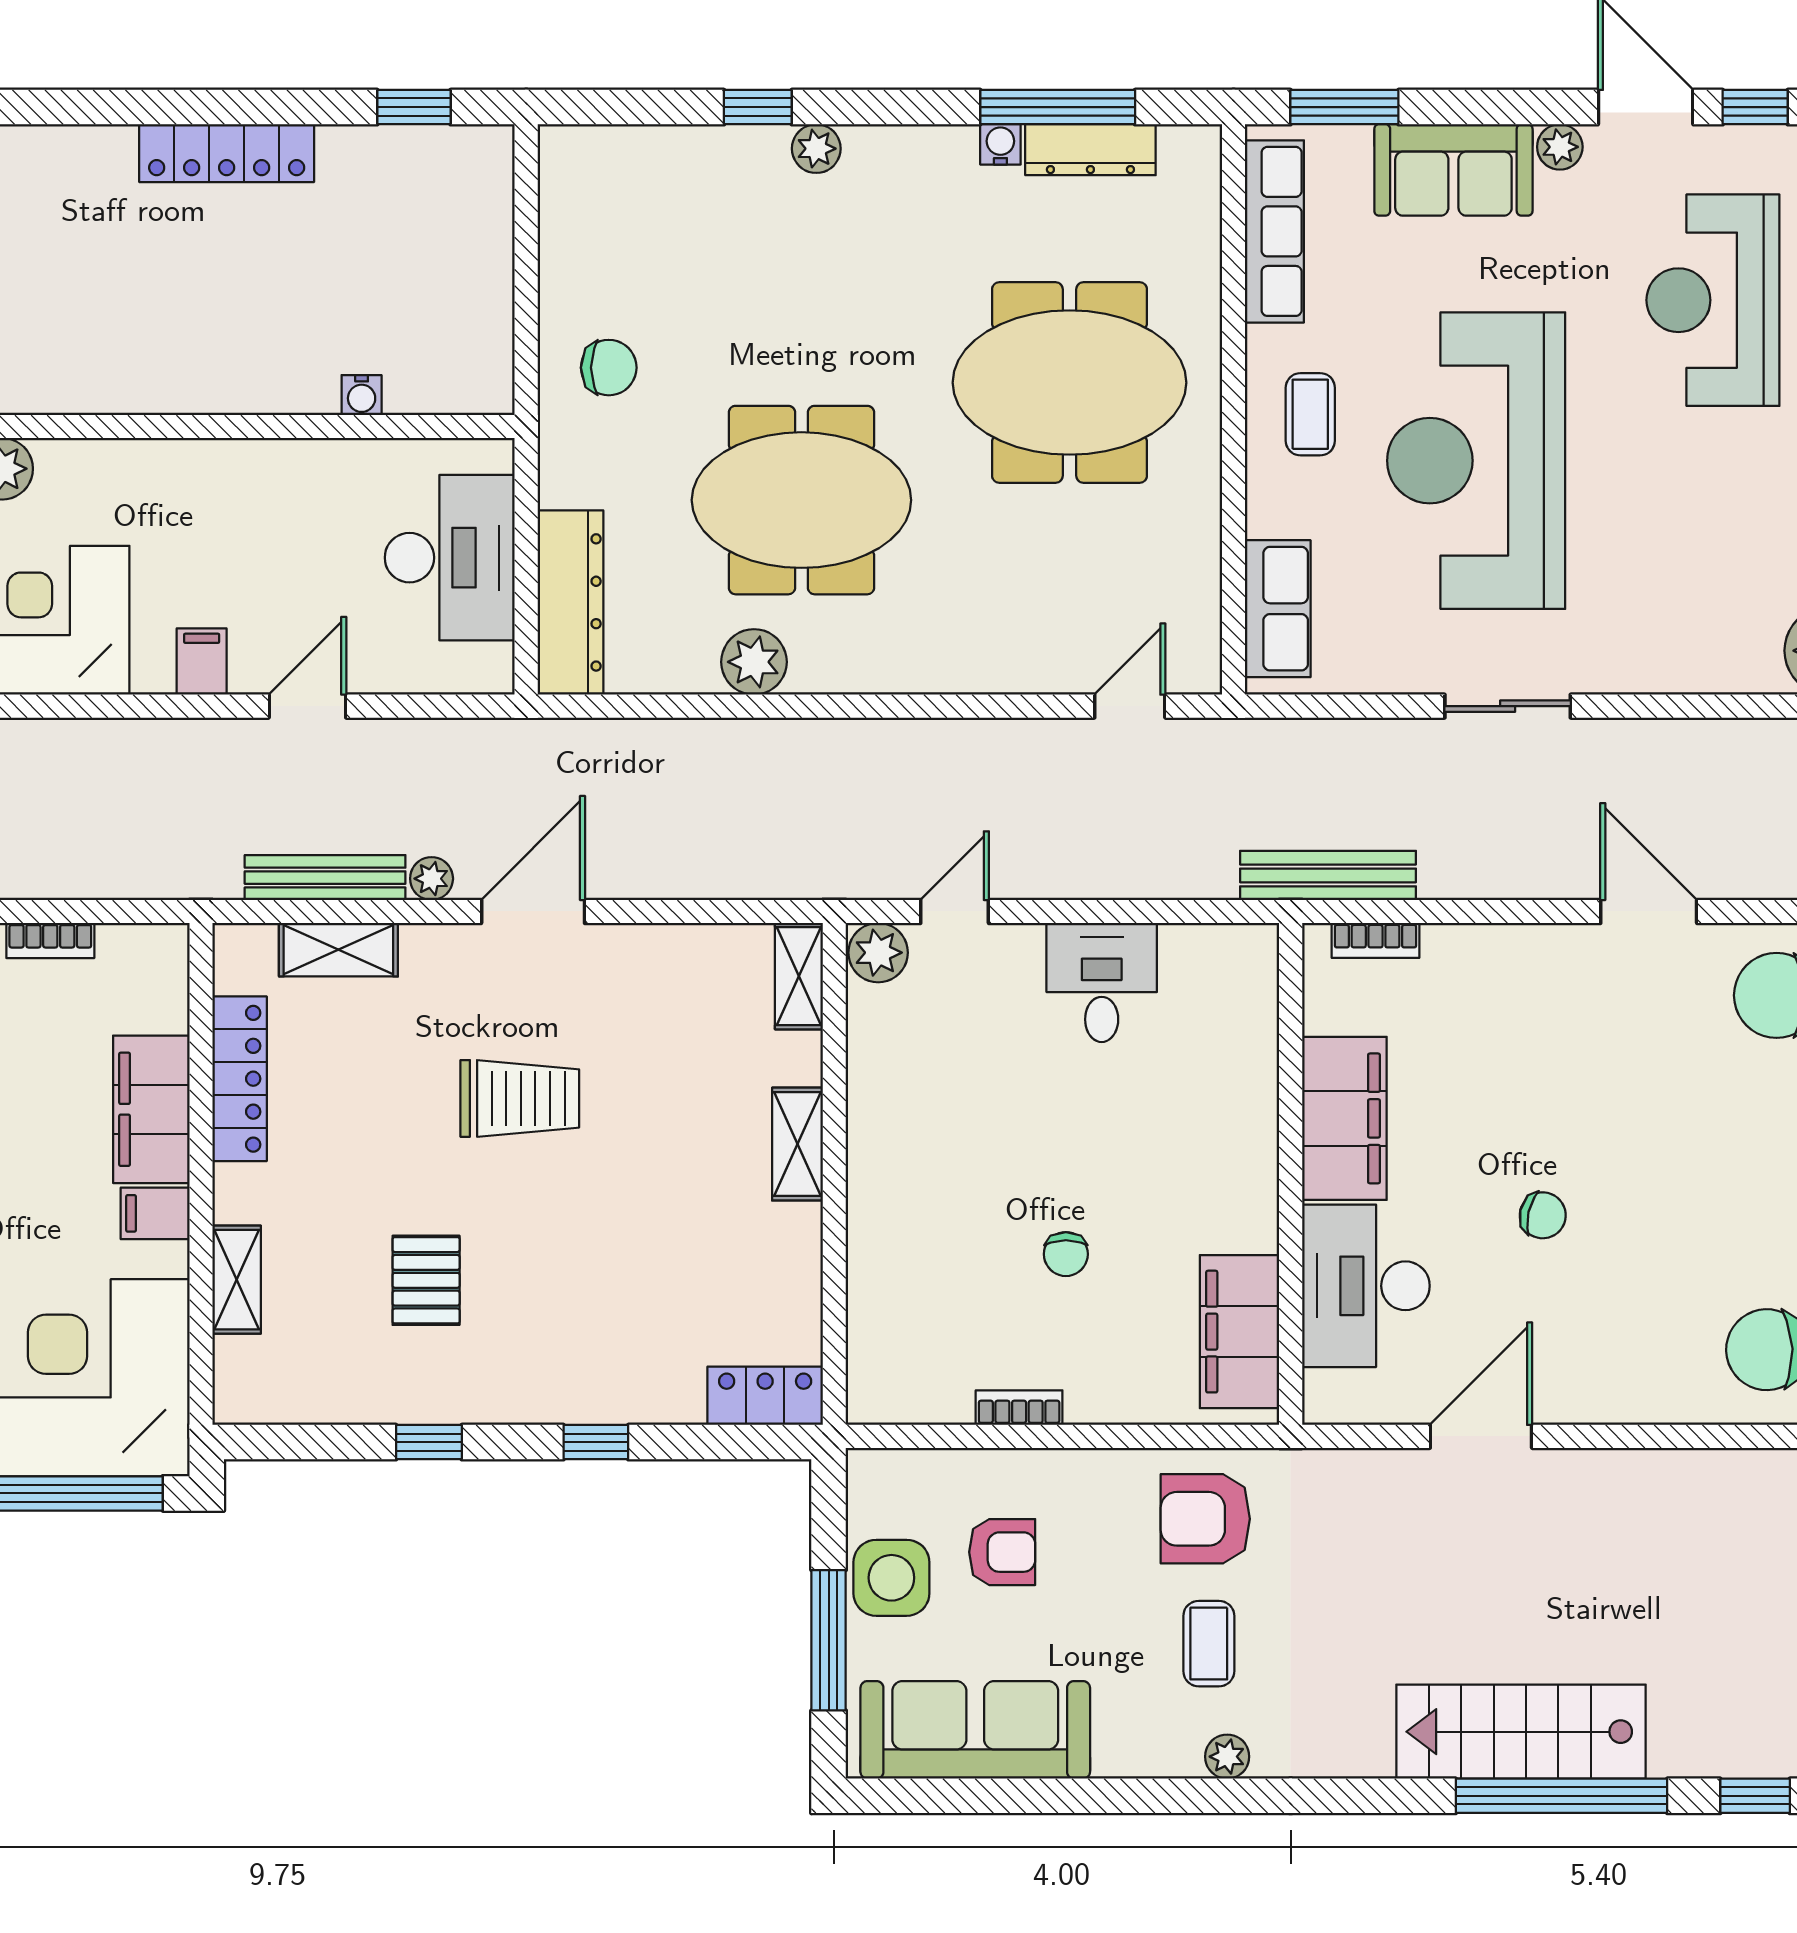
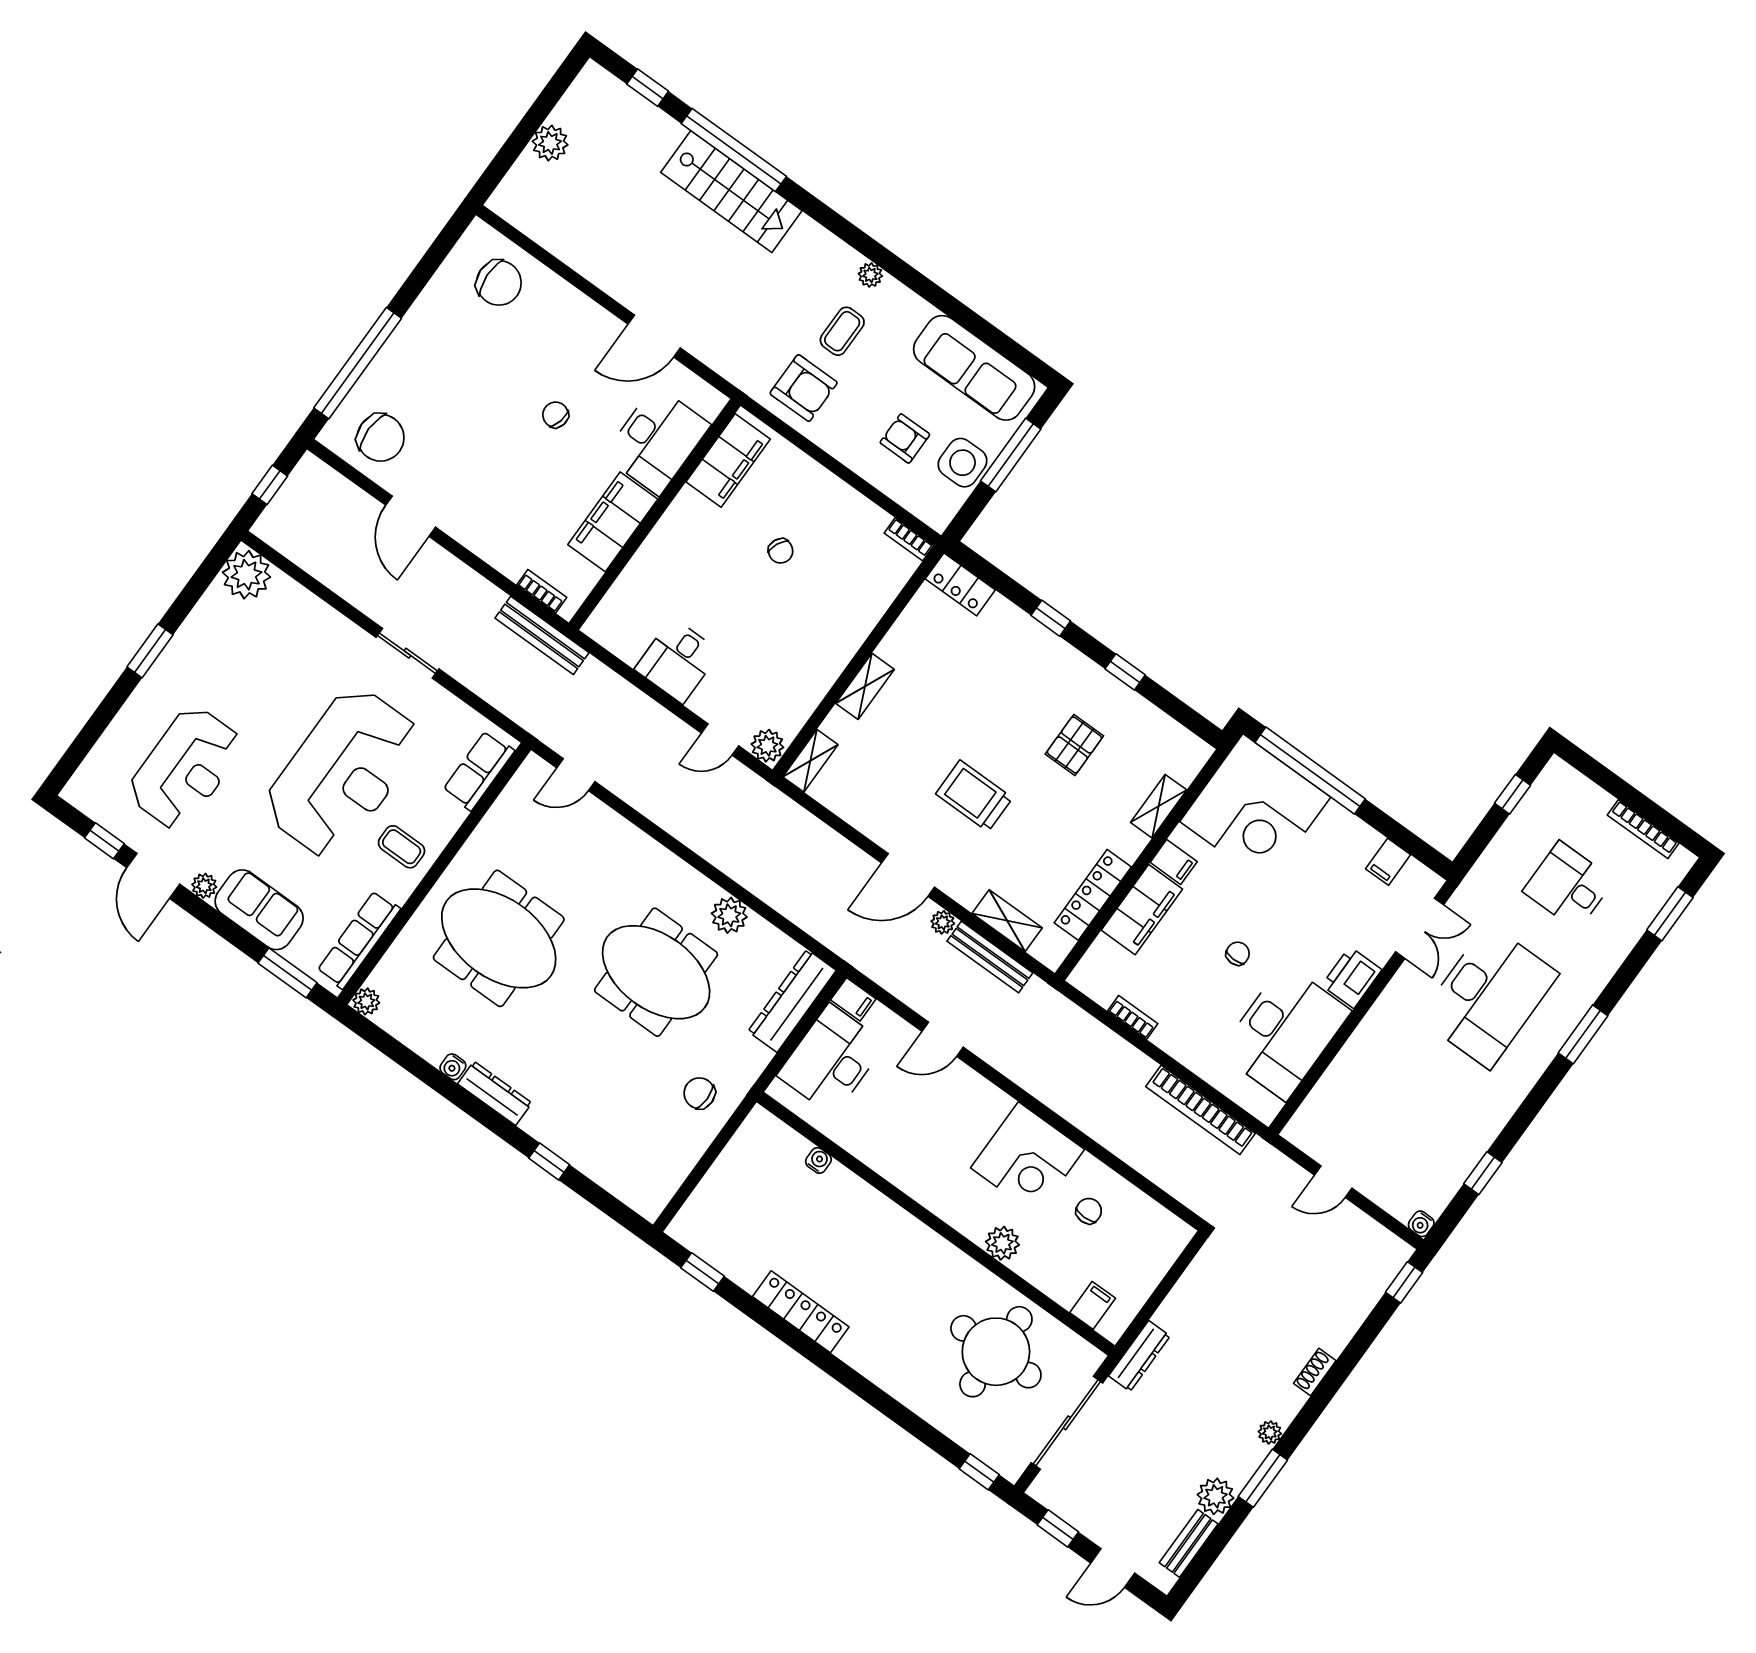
window: (1058, 107) -> (415, 1065), removed
plant: (816, 149) -> (366, 1001), moved
dresser: (1090, 150) -> (495, 1093), moved
coffee table: (1310, 414) -> (402, 847), turned 90
filing cabinet: (202, 661) -> (853, 999), moved, turned -90
chair: (1066, 1254) -> (781, 551), turned 115
bookcase: (1019, 1408) -> (909, 539), moved

